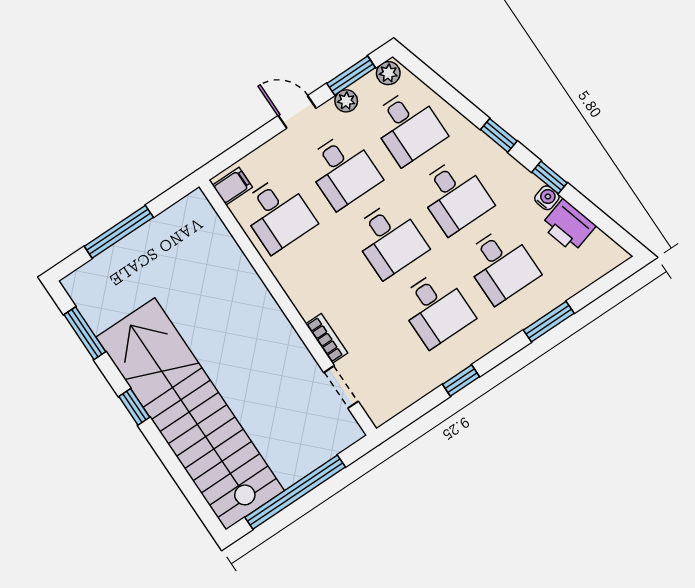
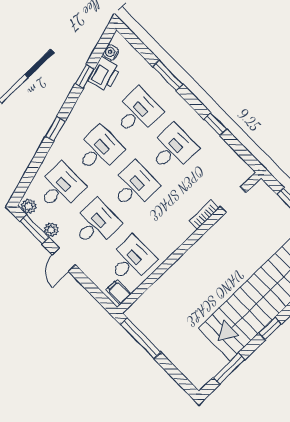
window: (550, 177) -> (85, 76), moved
water cooler: (547, 198) -> (111, 52), moved
window: (119, 232) -> (141, 338), moved

